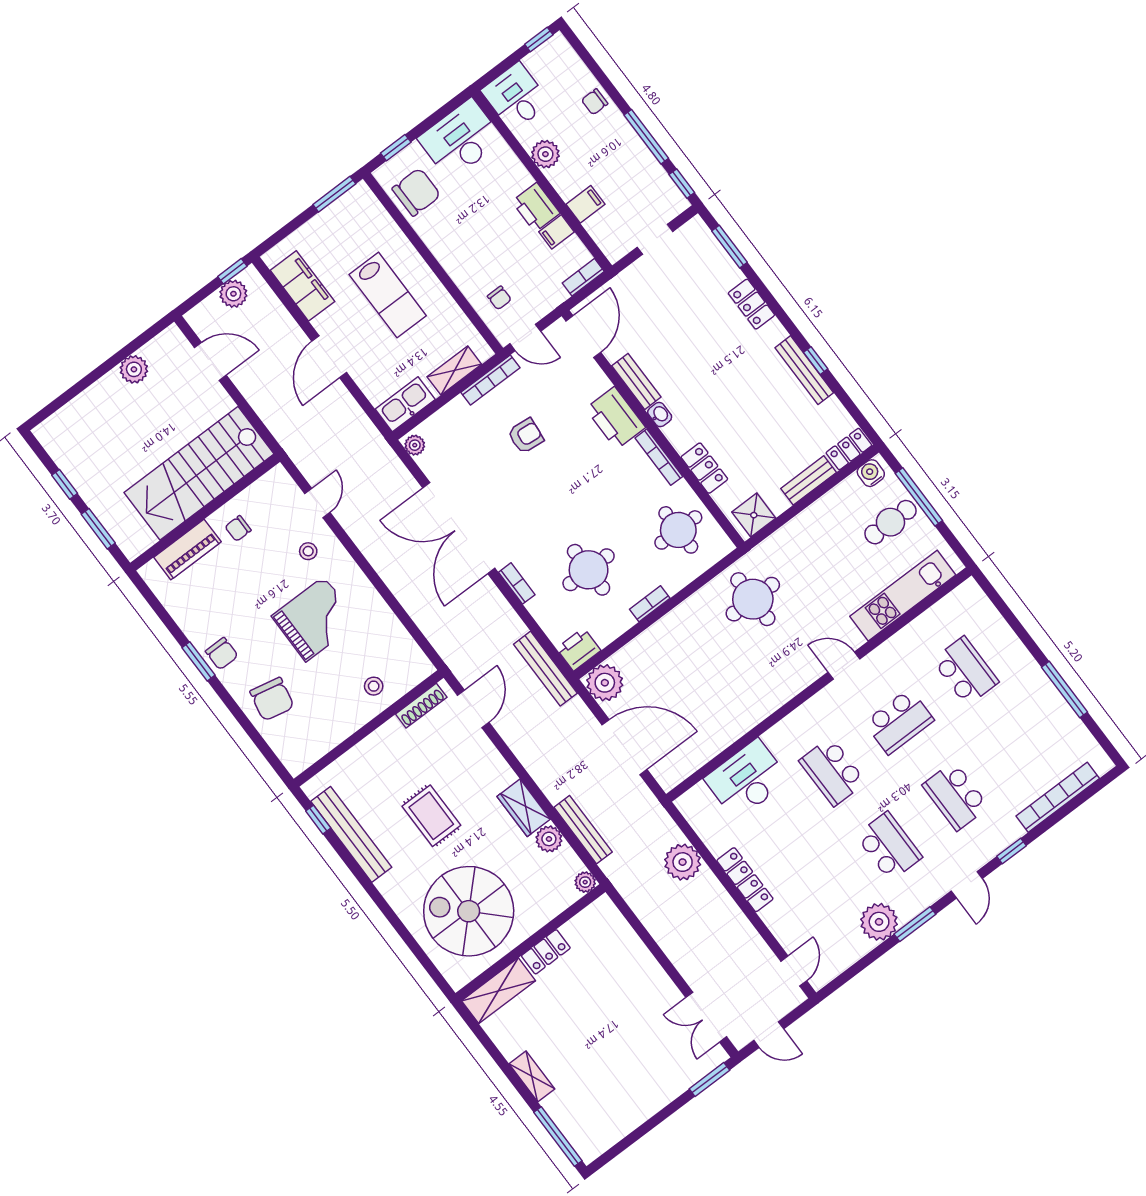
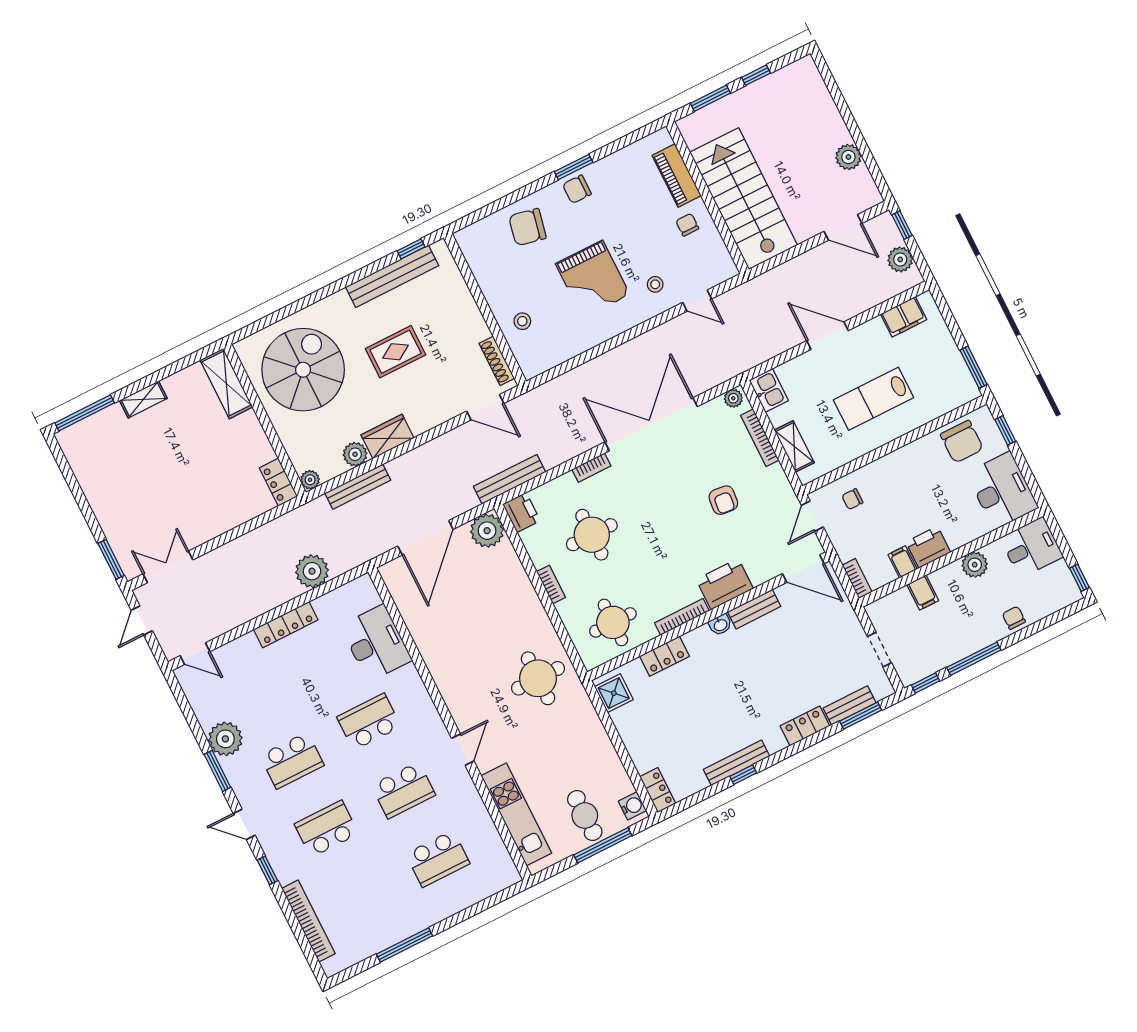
window: (232, 271) -> (902, 225), moved
filing cabinet: (302, 286) -> (904, 317), width x0.67, depth x0.86
door: (210, 361) -> (843, 227), hinge flipped
bookcase: (490, 380) -> (760, 438), moved
kitchen sink: (405, 404) -> (769, 390), width x0.73
bench: (809, 480) -> (850, 705), moved, turned 90
school desk: (899, 721) -> (403, 790), turned -90
locker: (546, 952) -> (278, 482), moved

